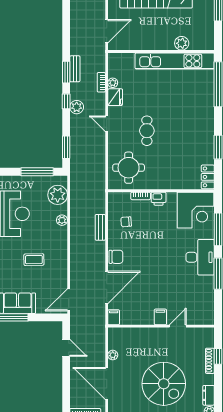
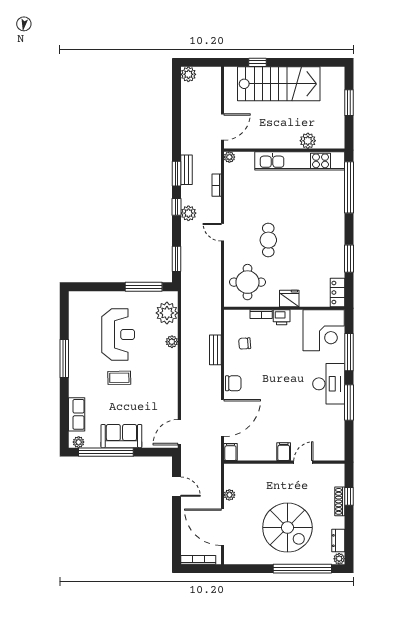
plant: (113, 83) -> (229, 157), moved
fridge: (115, 97) -> (289, 299), moved, turned -90
coffee table: (34, 260) -> (119, 378), moved

